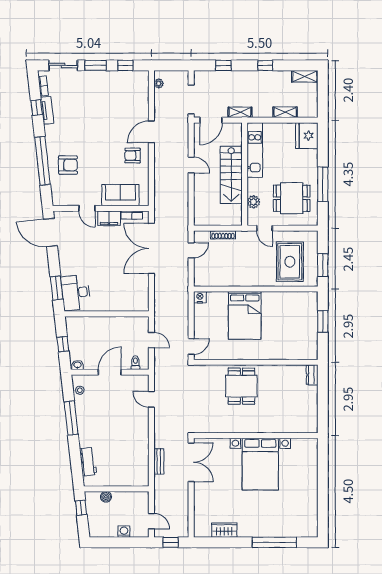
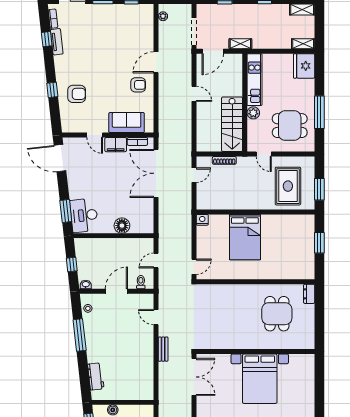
shelving: (285, 112) -> (303, 44), moved
armchair: (133, 156) -> (138, 85), turned 180
window: (42, 161) -> (52, 90), width x0.32
stairs: (231, 175) -> (232, 124), moved
plant: (254, 202) -> (253, 113), moved
floor lamp: (116, 303) -> (122, 226), added
door: (151, 340) -> (156, 261), swing flipped
dining table: (241, 386) -> (277, 314), moved
bench: (159, 461) -> (163, 349), moved

